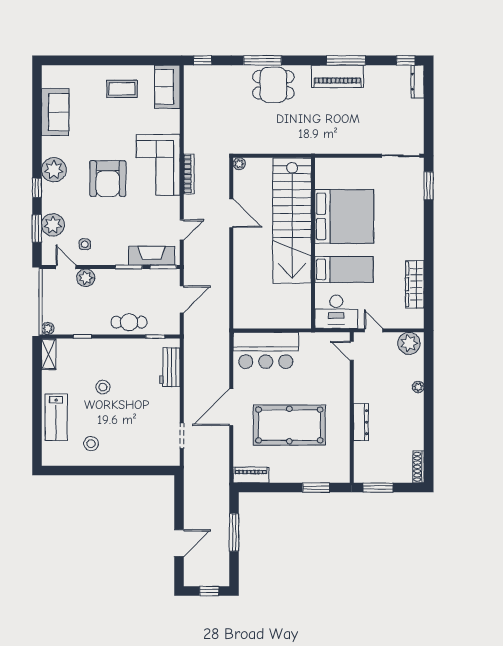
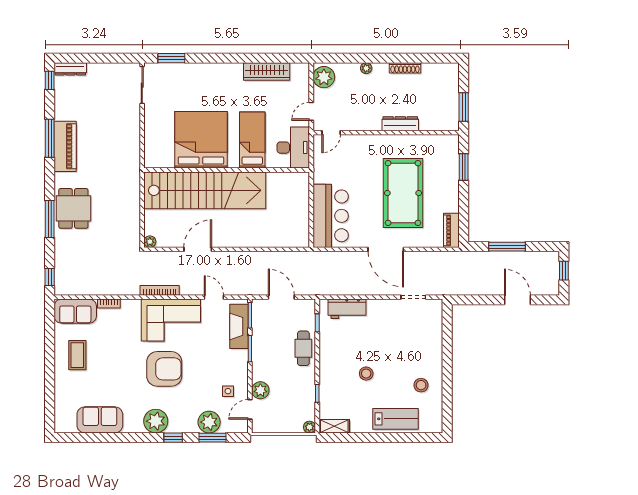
bookcase: (175, 121) -> (109, 304), added
corner sofa: (158, 165) -> (171, 320), moved
shoe rack: (418, 467) -> (405, 68), moved

